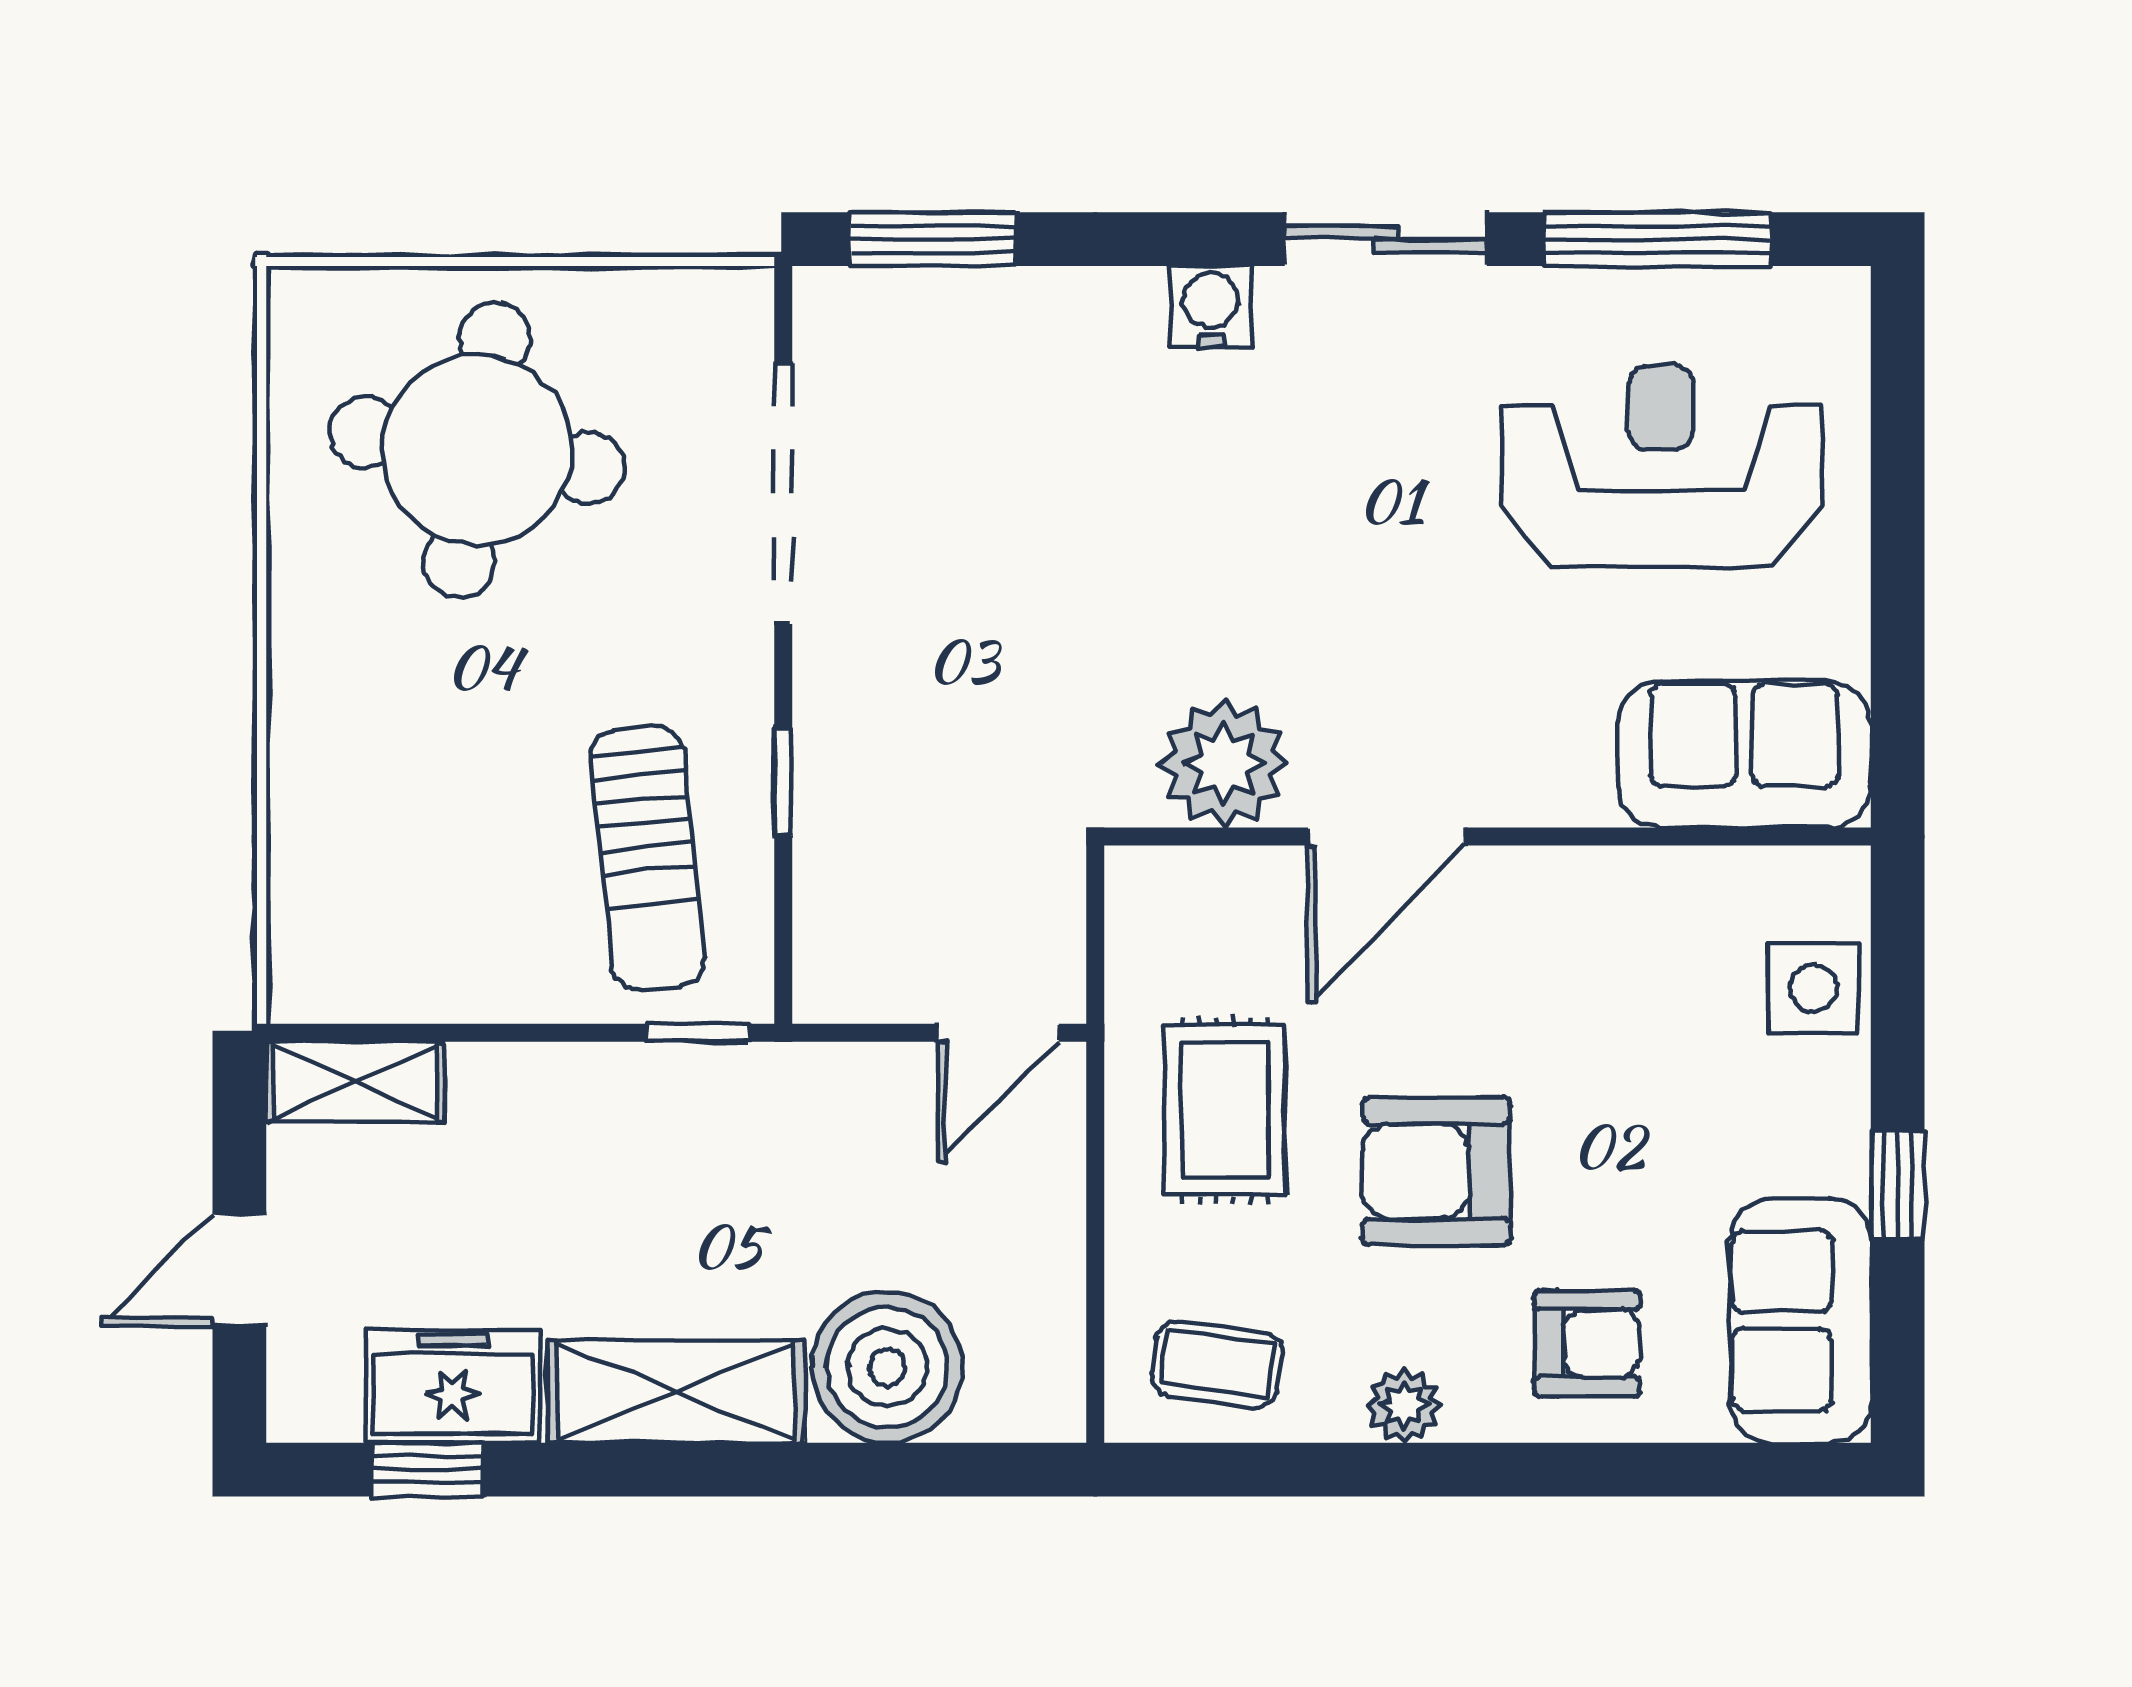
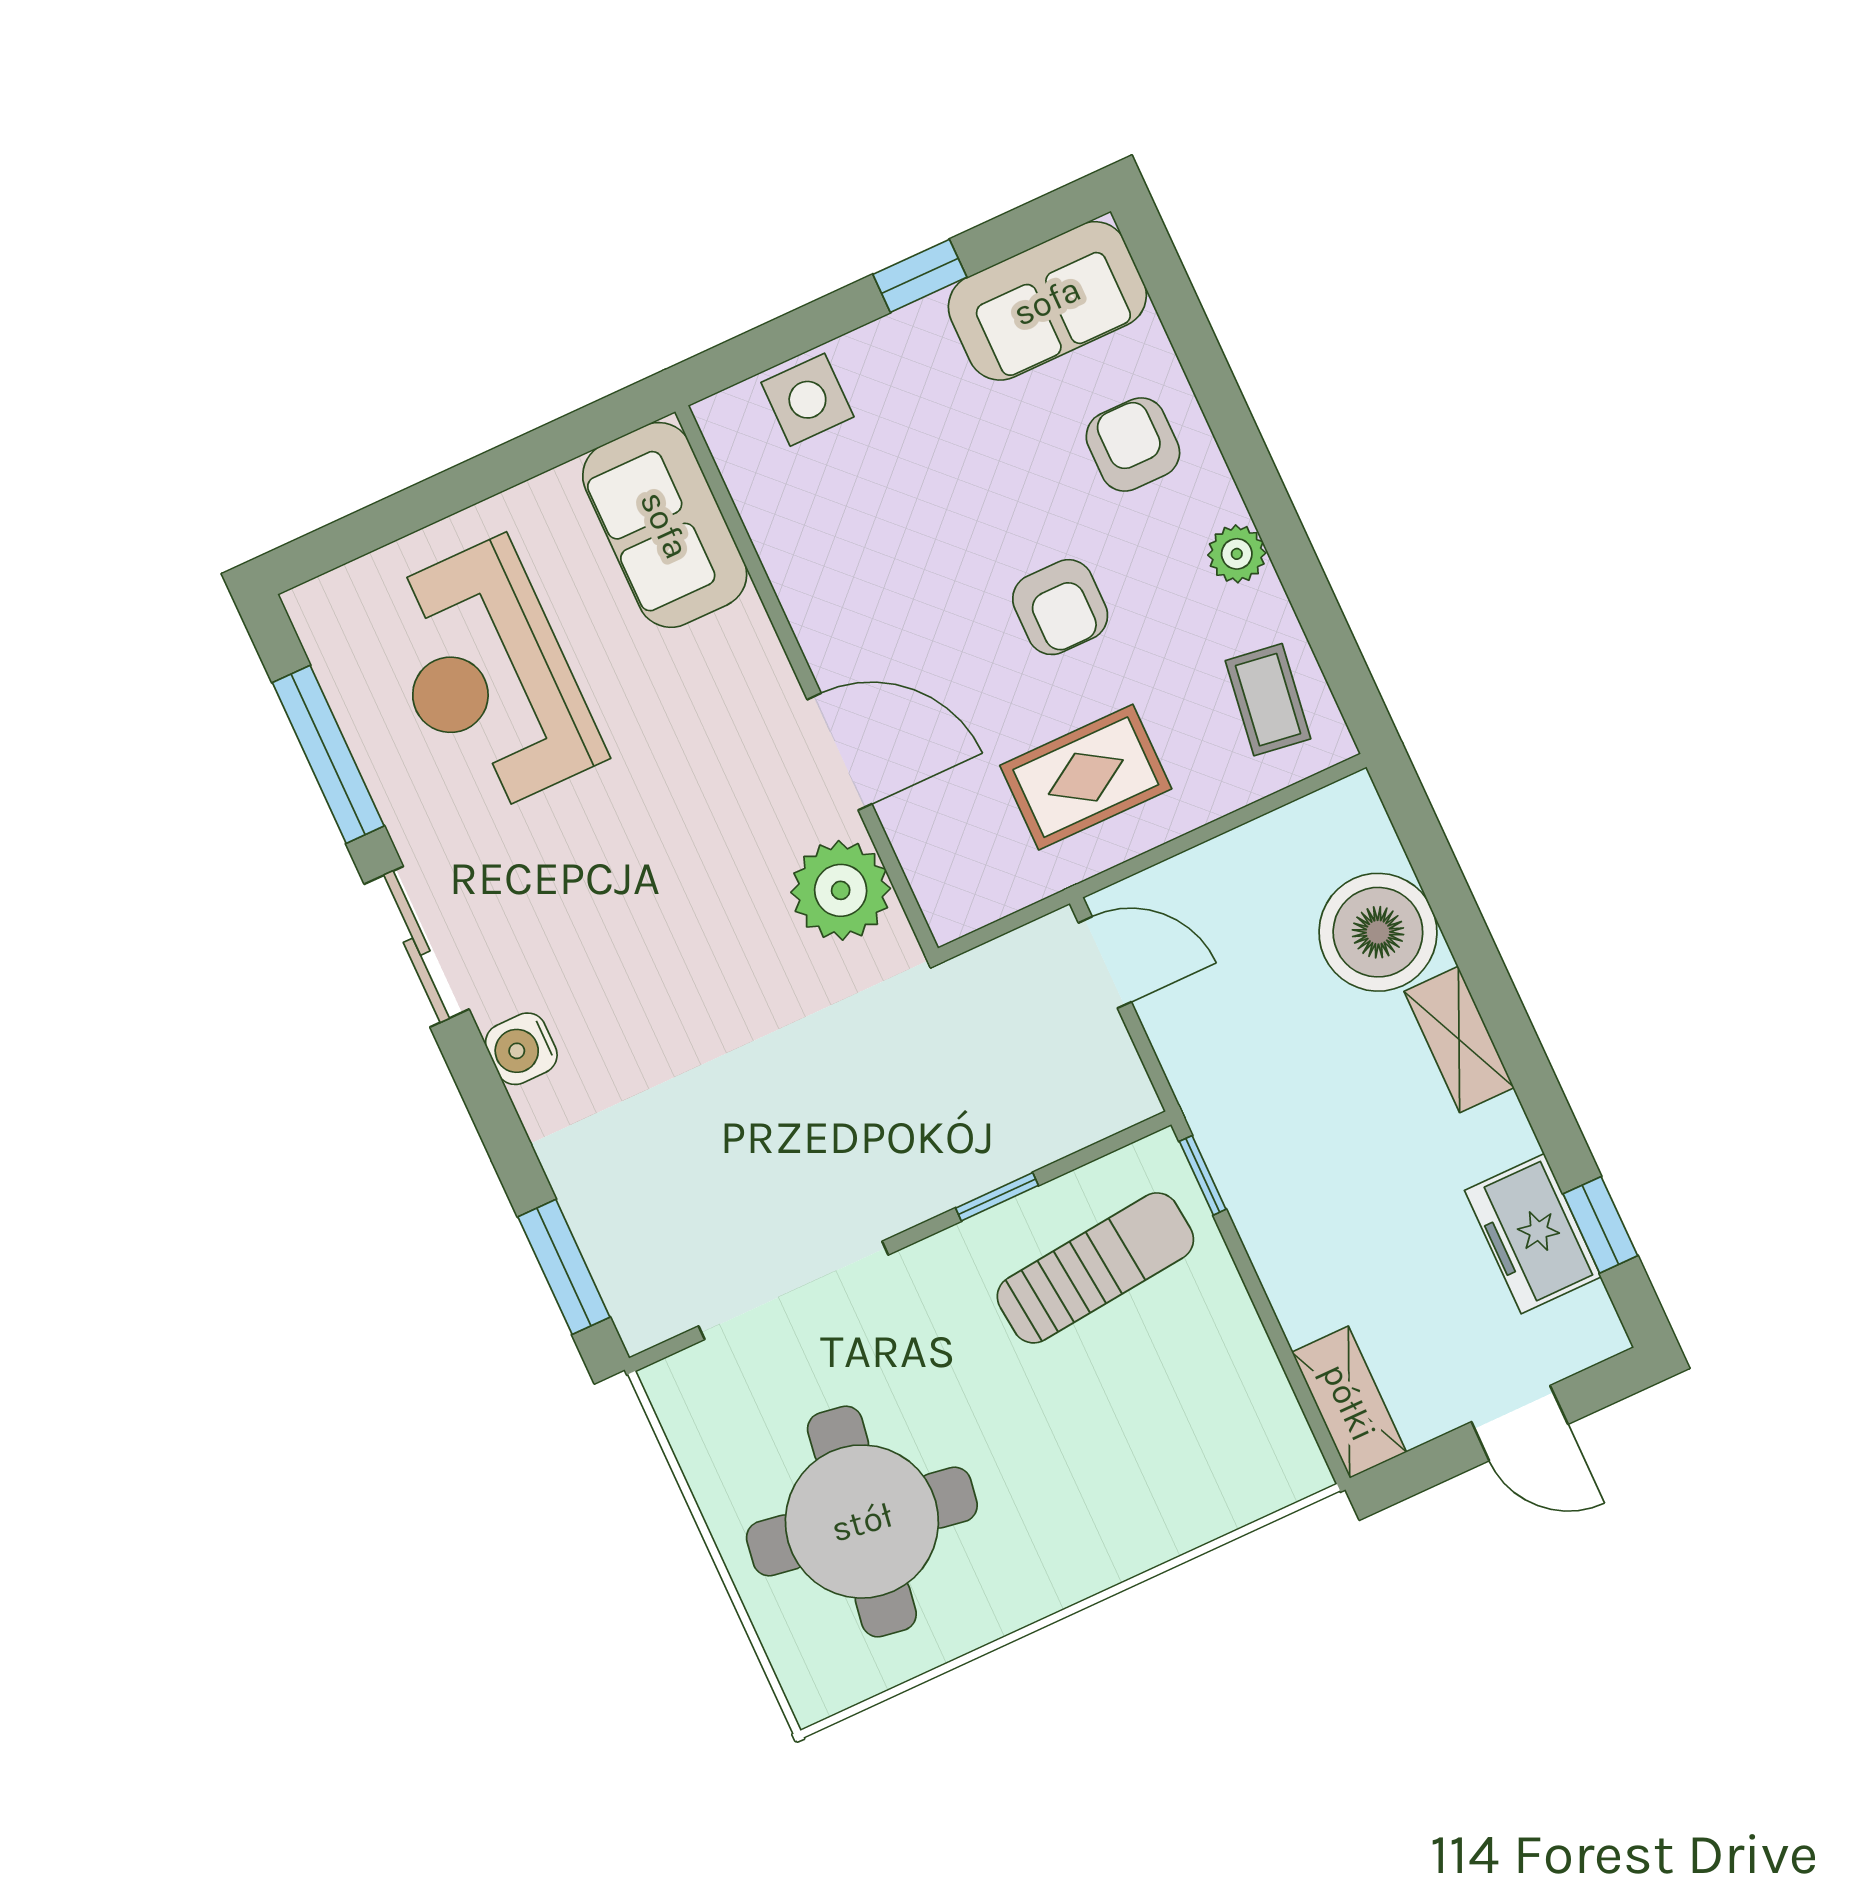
armchair: (1437, 1171) -> (1060, 607), width x0.72, depth x0.72
shelving: (676, 1391) -> (1459, 1039), width x0.67, depth x0.75

